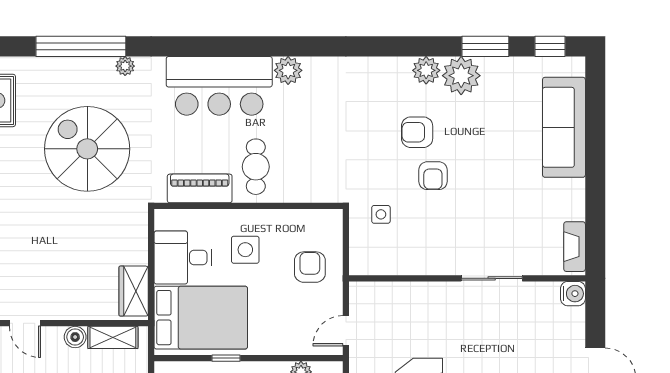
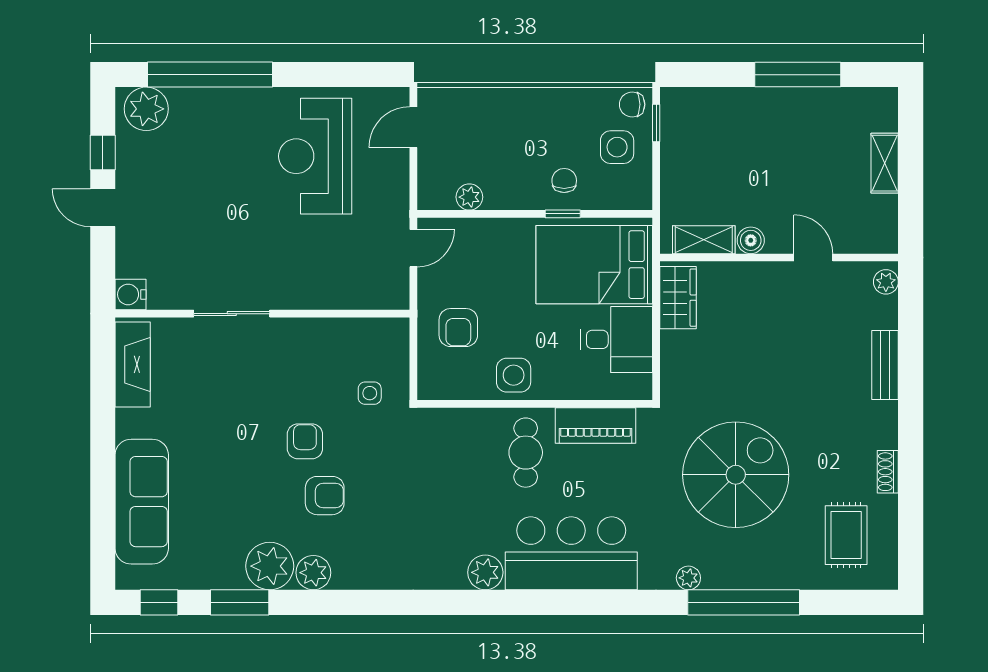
spiral stairs: (87, 149) -> (736, 475), turned -90
fireplace: (575, 247) -> (133, 364), width x1.37, depth x1.32
side table: (245, 250) -> (514, 375), moved

